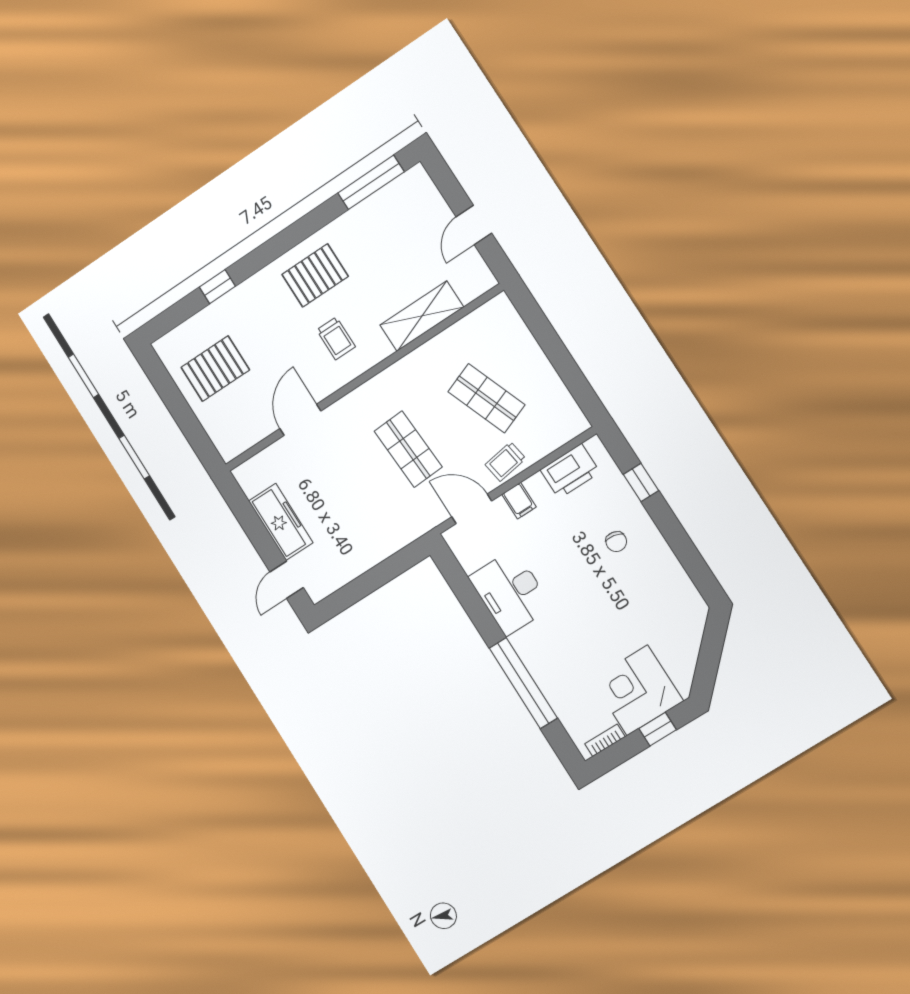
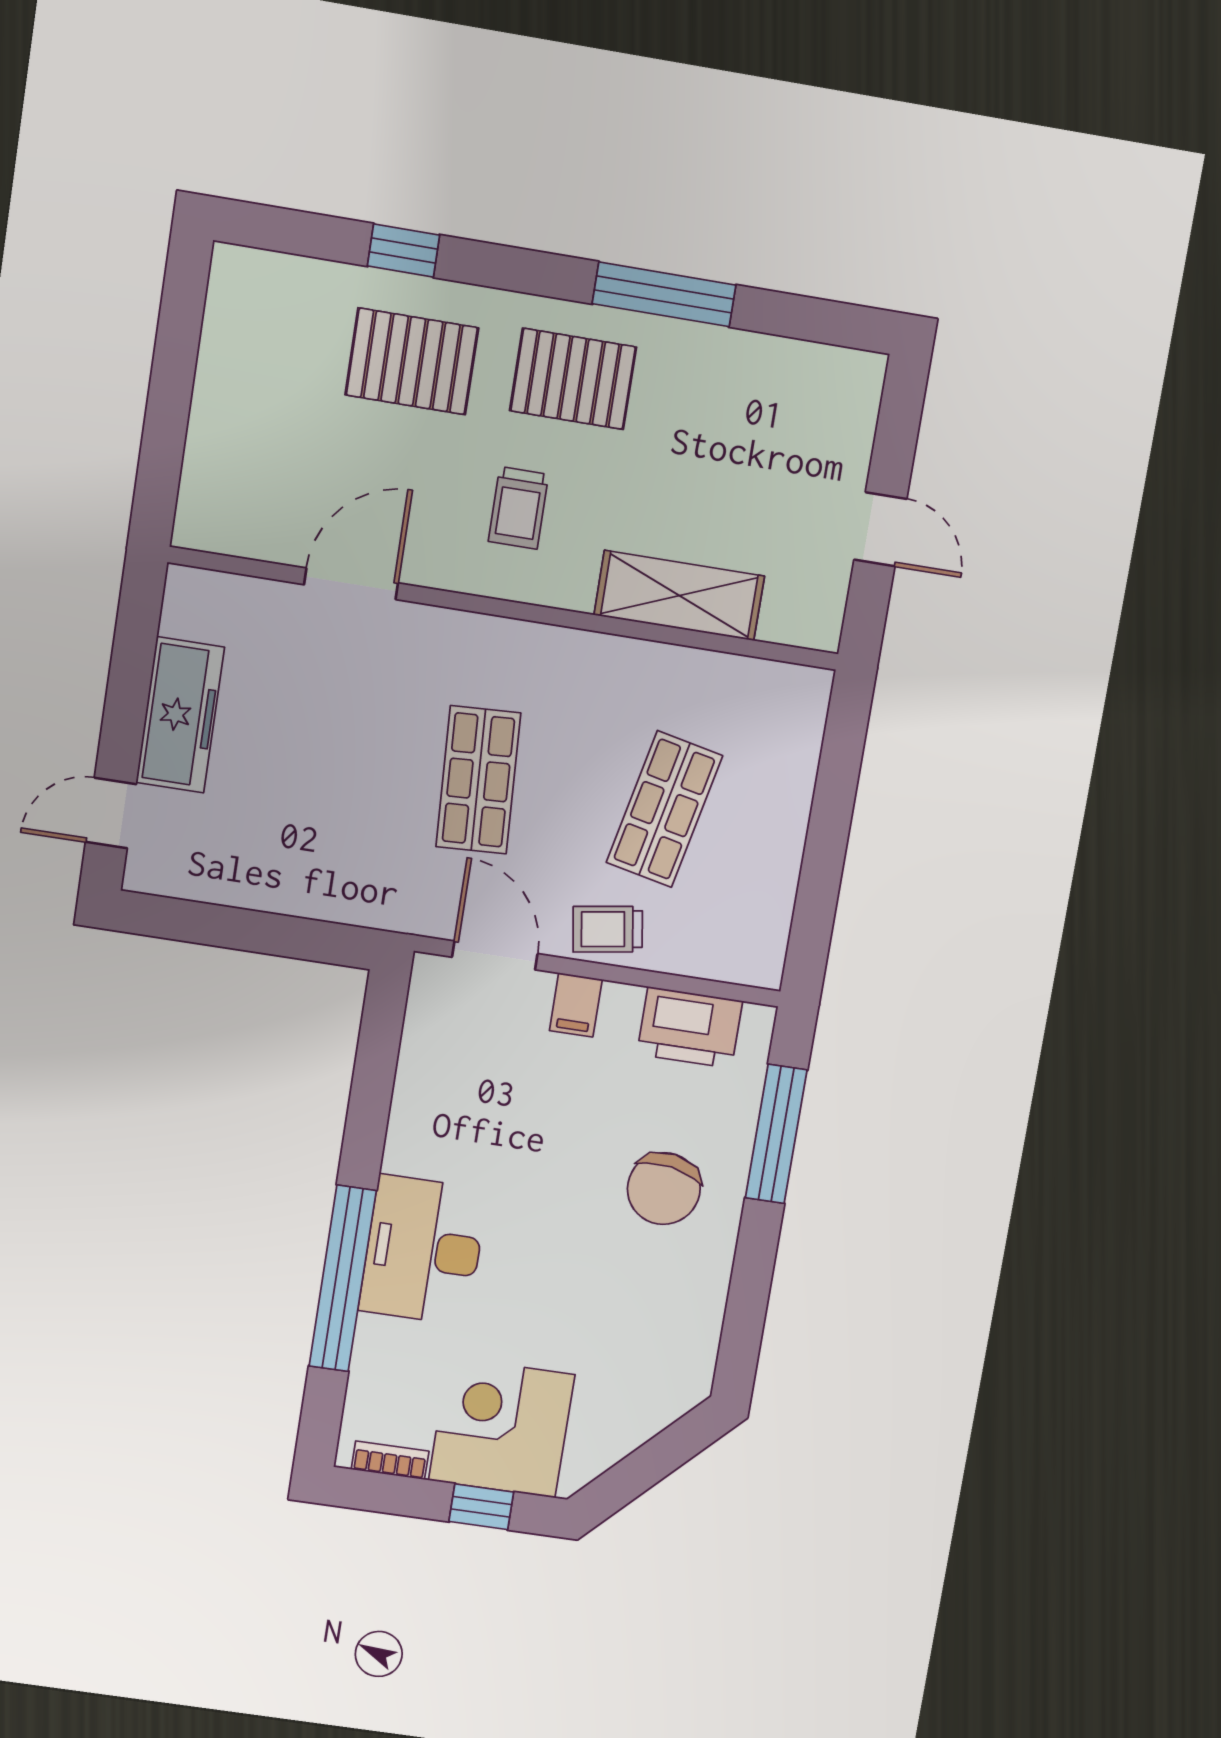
window: (371, 182) -> (664, 294), moved
door: (474, 225) -> (880, 529), swing flipped
pallet: (215, 369) -> (412, 361), moved
shop shelf: (486, 398) -> (664, 809), turned 33
window: (641, 482) -> (776, 1134), width x2.17
chair: (616, 542) -> (664, 1189), width x1.87, depth x1.87
desk: (510, 592) -> (423, 1250), moved

